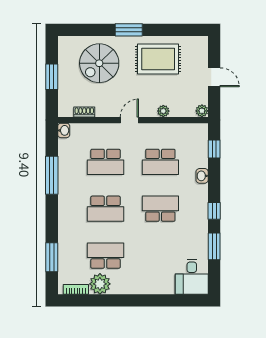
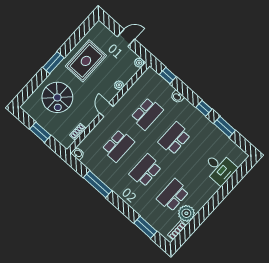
school desk: (105, 209) -> (145, 170), turned 180
desk: (192, 277) -> (220, 168), moved

